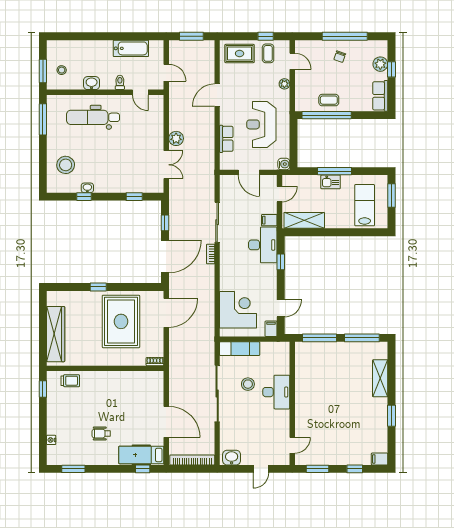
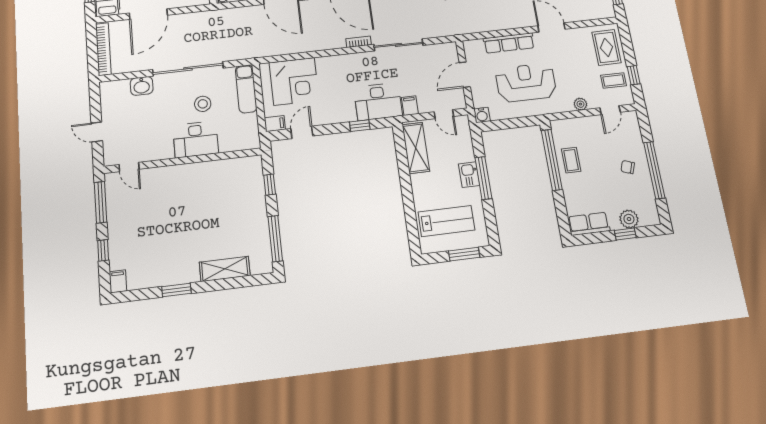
row of seats: (226, 139) -> (509, 43), width x1.48
door: (281, 308) -> (302, 132), swing flipped
window: (319, 338) -> (270, 185), width x0.46
washbasin: (232, 458) -> (142, 86), moved, turned 90
window: (317, 469) -> (101, 202), width x1.44

